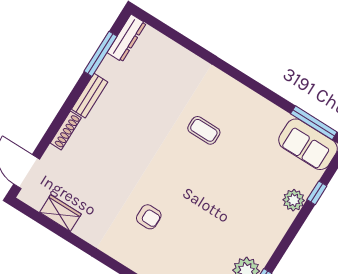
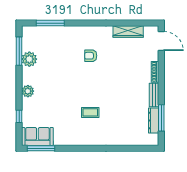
dresser: (127, 38) -> (154, 120), moved
plant: (294, 200) -> (28, 91), moved
wardrobe: (60, 213) -> (128, 32), width x1.50

